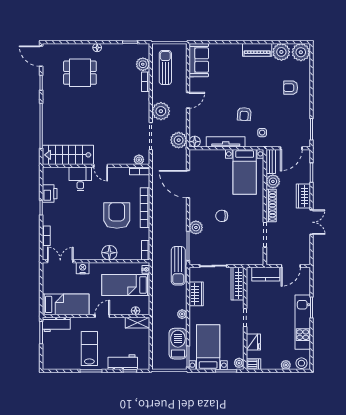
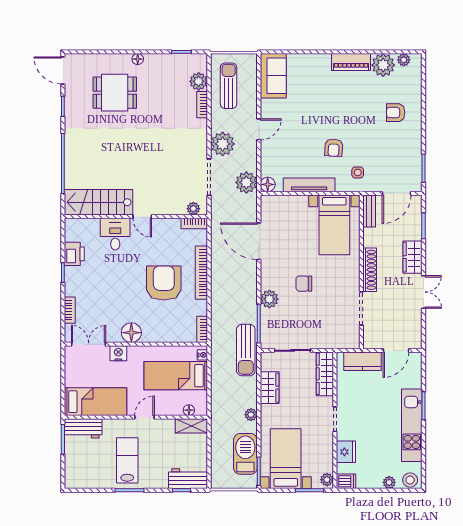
plant: (301, 52) -> (404, 60), width x0.53, depth x0.53
plant: (273, 181) -> (372, 238), removed
floor lamp: (109, 253) -> (131, 333), moved
workbench: (123, 362) -> (188, 479), moved

